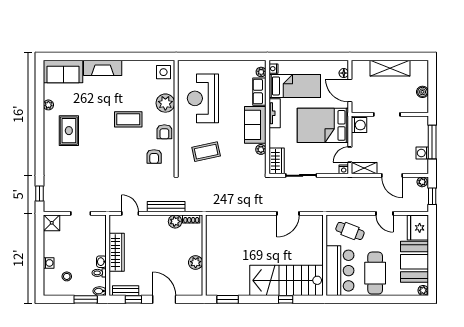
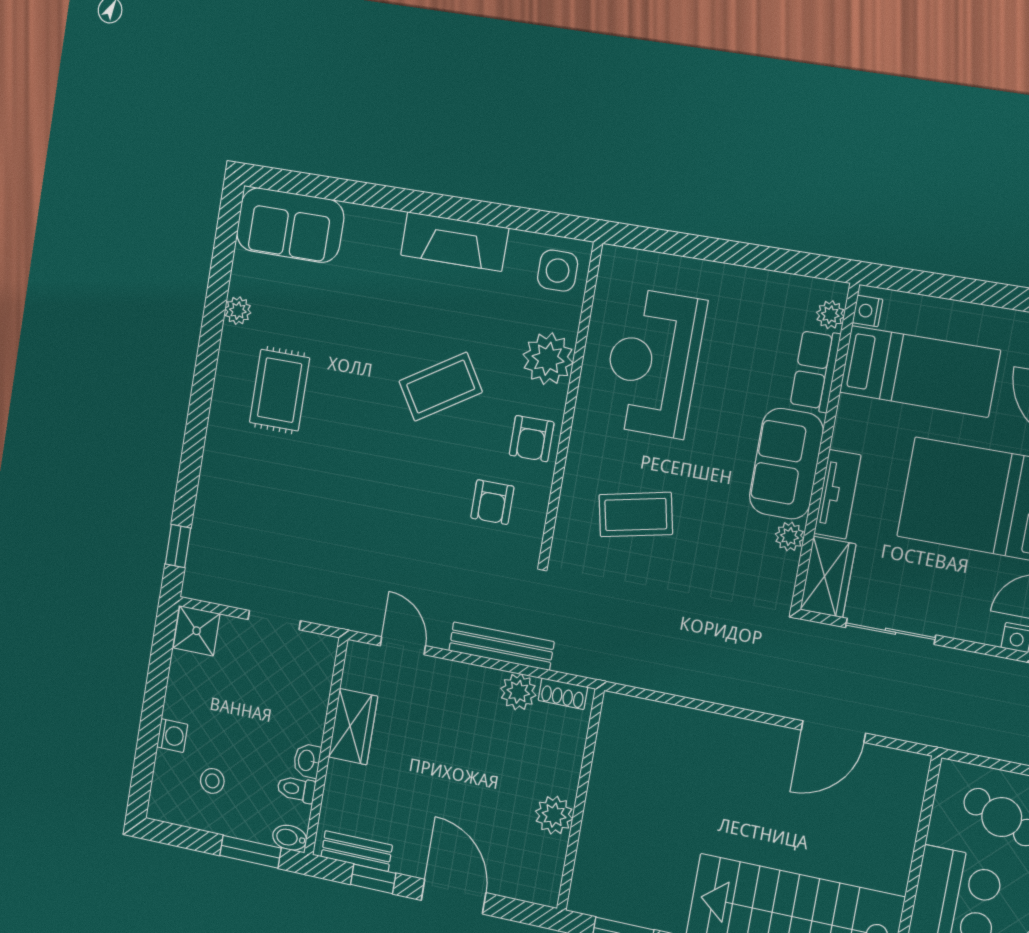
fireplace: (103, 68) -> (455, 242), moved
tv unit: (275, 113) -> (837, 494), moved
coffee table: (128, 119) -> (441, 387), turned -32
wardrobe: (117, 252) -> (353, 727), width x0.67

